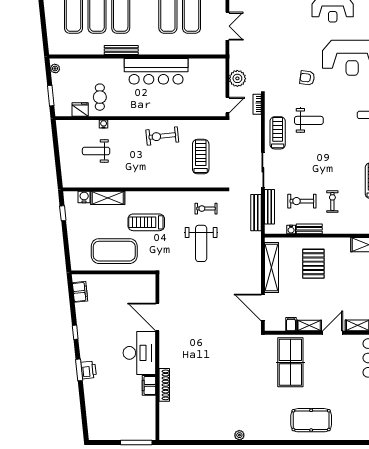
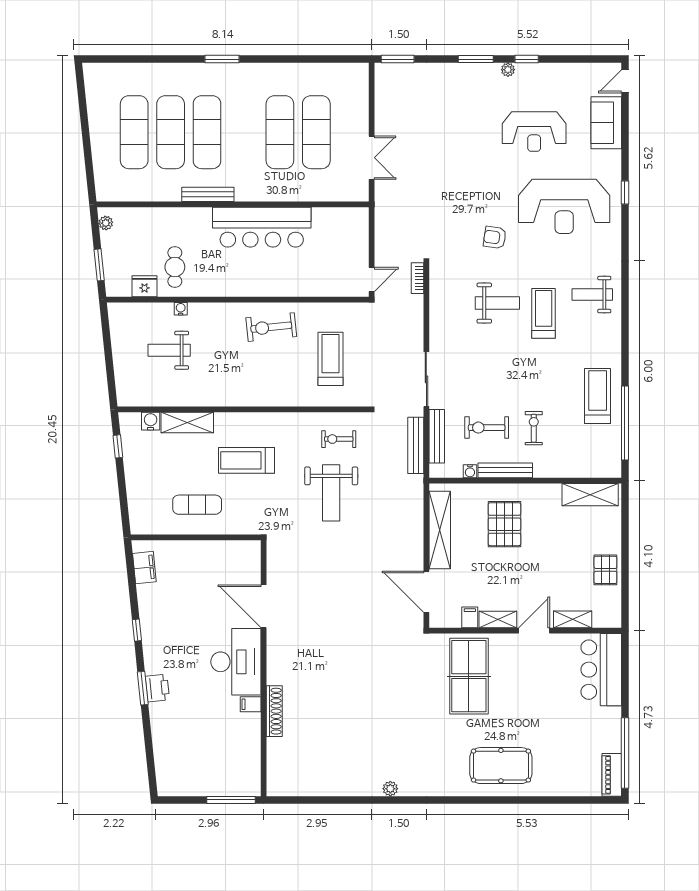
plant: (237, 78) -> (387, 238), removed
treadmill: (278, 133) -> (544, 313), moved
bench: (309, 229) -> (505, 470), width x1.36
exercise mat: (114, 251) -> (197, 505), width x0.50, depth x0.69
filing cabinet: (149, 385) -> (251, 704), width x0.50

